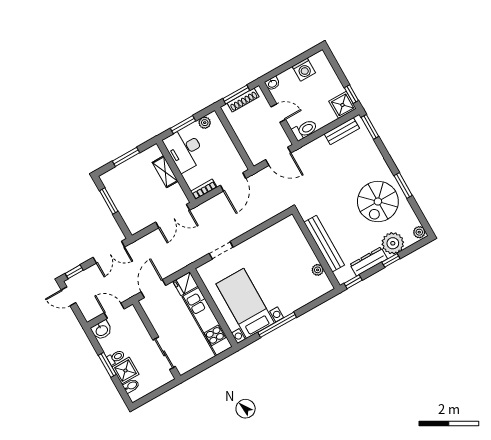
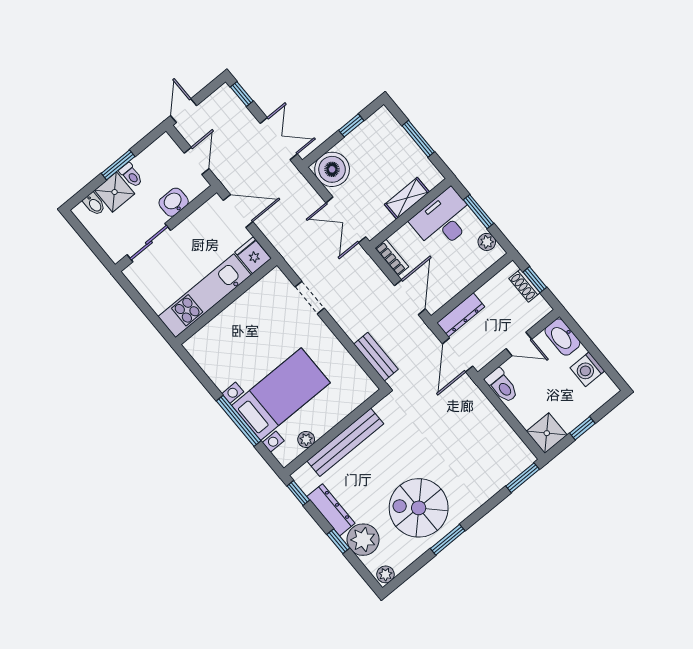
washbasin: (272, 84) -> (562, 337), width x1.91, depth x1.45
window: (236, 94) -> (535, 280), width x0.67
window: (351, 94) -> (582, 428), moved
shoe rack: (243, 100) -> (524, 286), width x0.70
door: (278, 113) -> (519, 344), hinge flipped
bench: (342, 131) -> (376, 357), moved
dresser: (251, 149) -> (461, 315), added
door: (233, 182) -> (410, 297), swing flipped
window: (109, 201) -> (351, 125), width x0.67
boiler: (136, 219) -> (332, 169), added
double door: (109, 252) -> (279, 139), swing flipped
door: (69, 296) -> (184, 111), moved
bed with nightstands: (245, 303) -> (281, 394), moved
window: (277, 325) -> (239, 421), moved
washbasin: (102, 330) -> (174, 202), moved, turned 90

